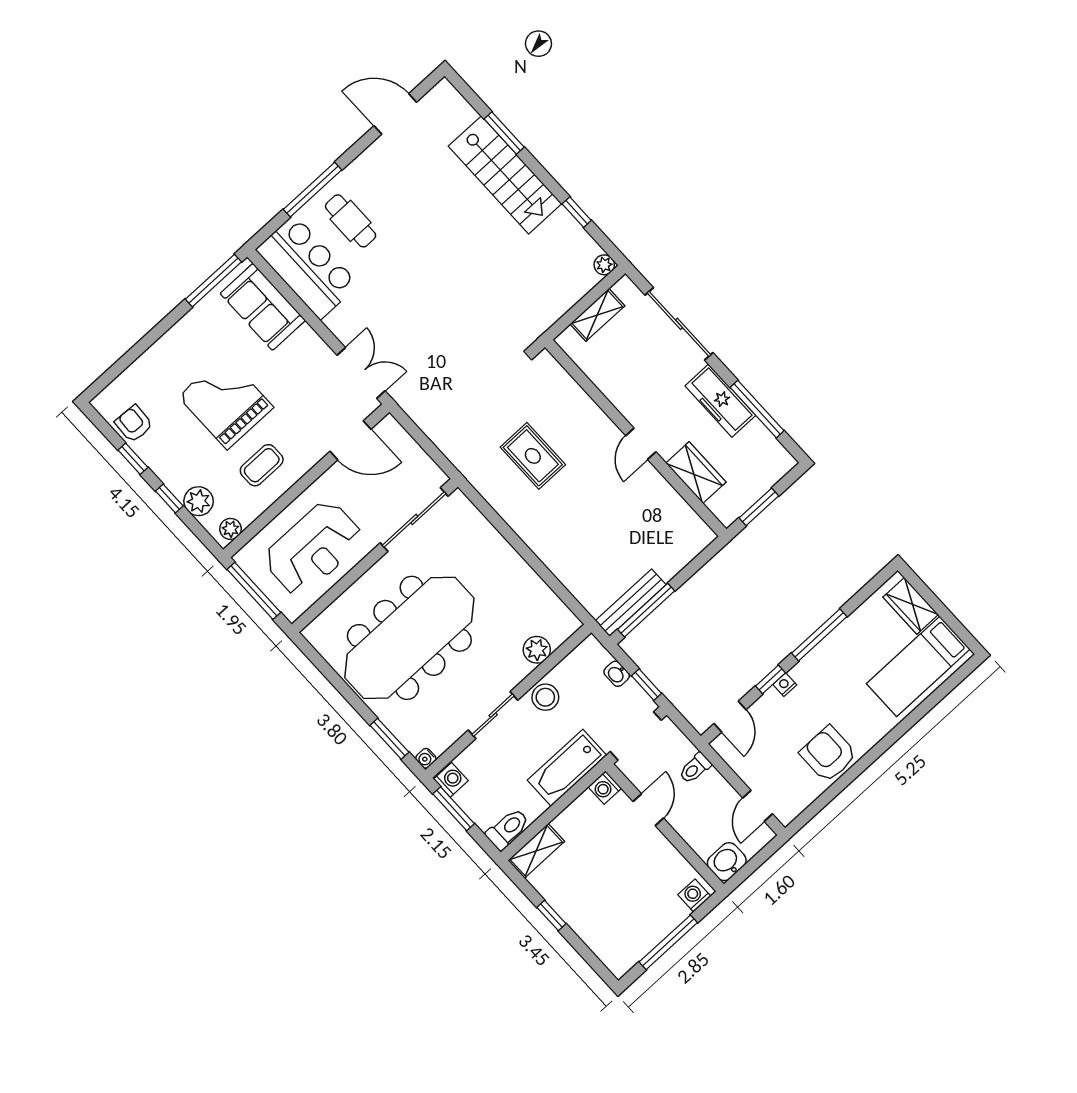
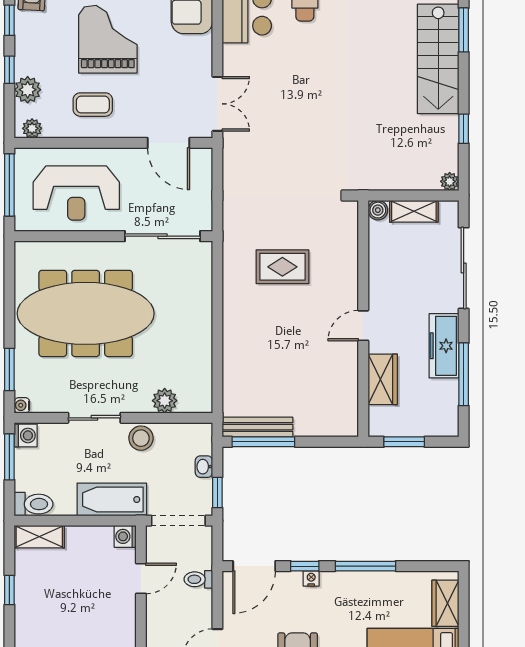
boiler: (568, 340) -> (378, 210), added
rug: (533, 456) -> (282, 267), turned 90
door: (730, 717) -> (254, 566), width x1.38

